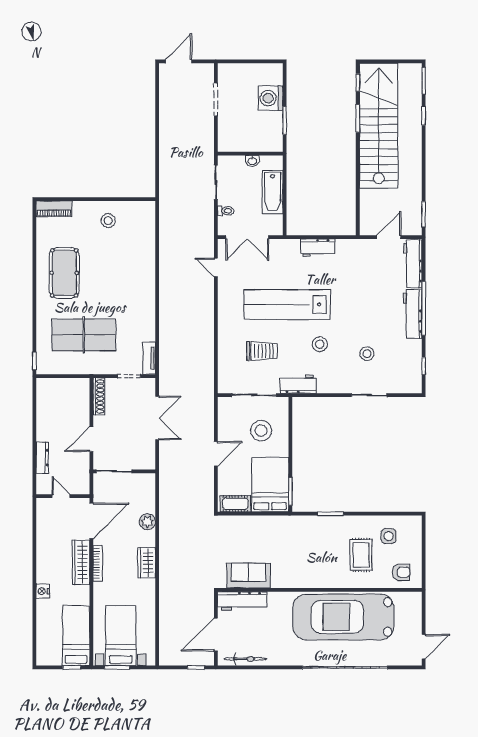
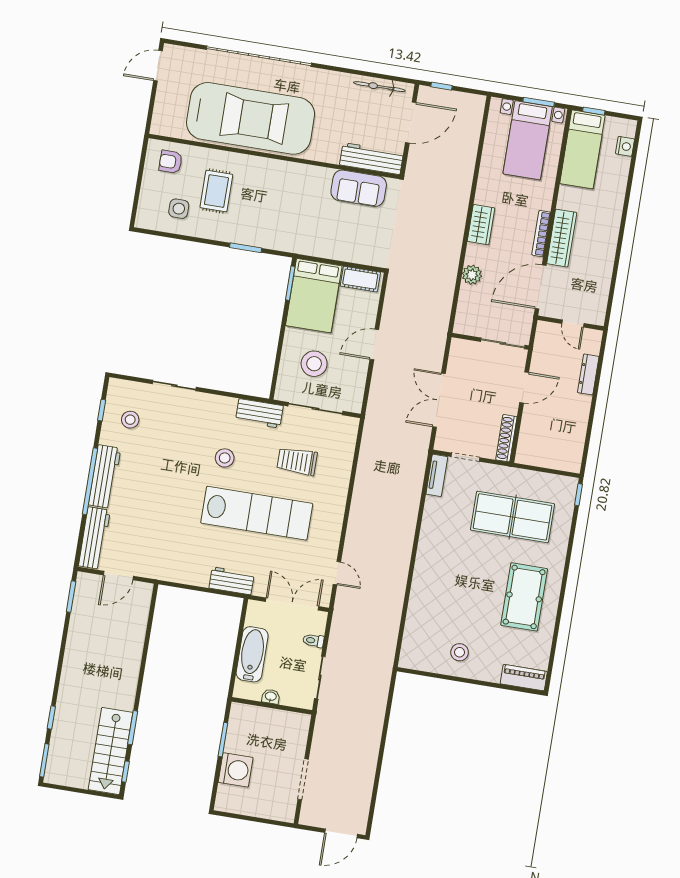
stairs: (379, 126) -> (111, 751), width x0.54, depth x0.66
workbench: (318, 248) -> (232, 581), moved
stool: (367, 354) -> (130, 420), moved
nightstand: (43, 591) -> (625, 146), moved

